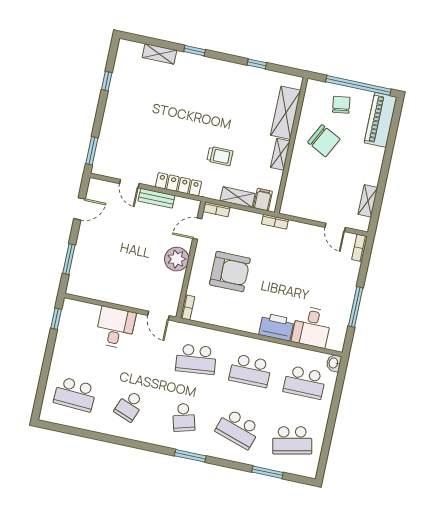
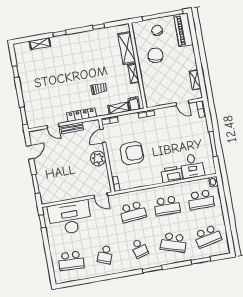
chair: (324, 141) -> (156, 55), turned -104
desk: (115, 328) -> (70, 218), width x1.87, depth x1.30

